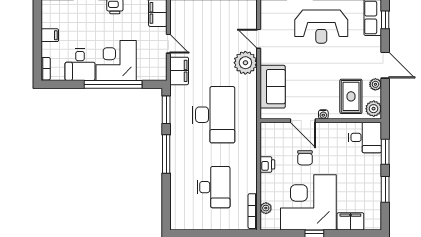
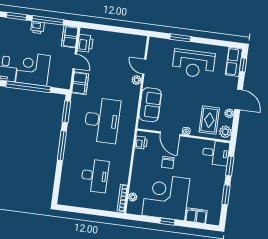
printer: (179, 19) -> (85, 43), added
plant: (245, 63) -> (137, 80), width x0.53, depth x0.53
printer: (267, 164) -> (141, 143), moved

